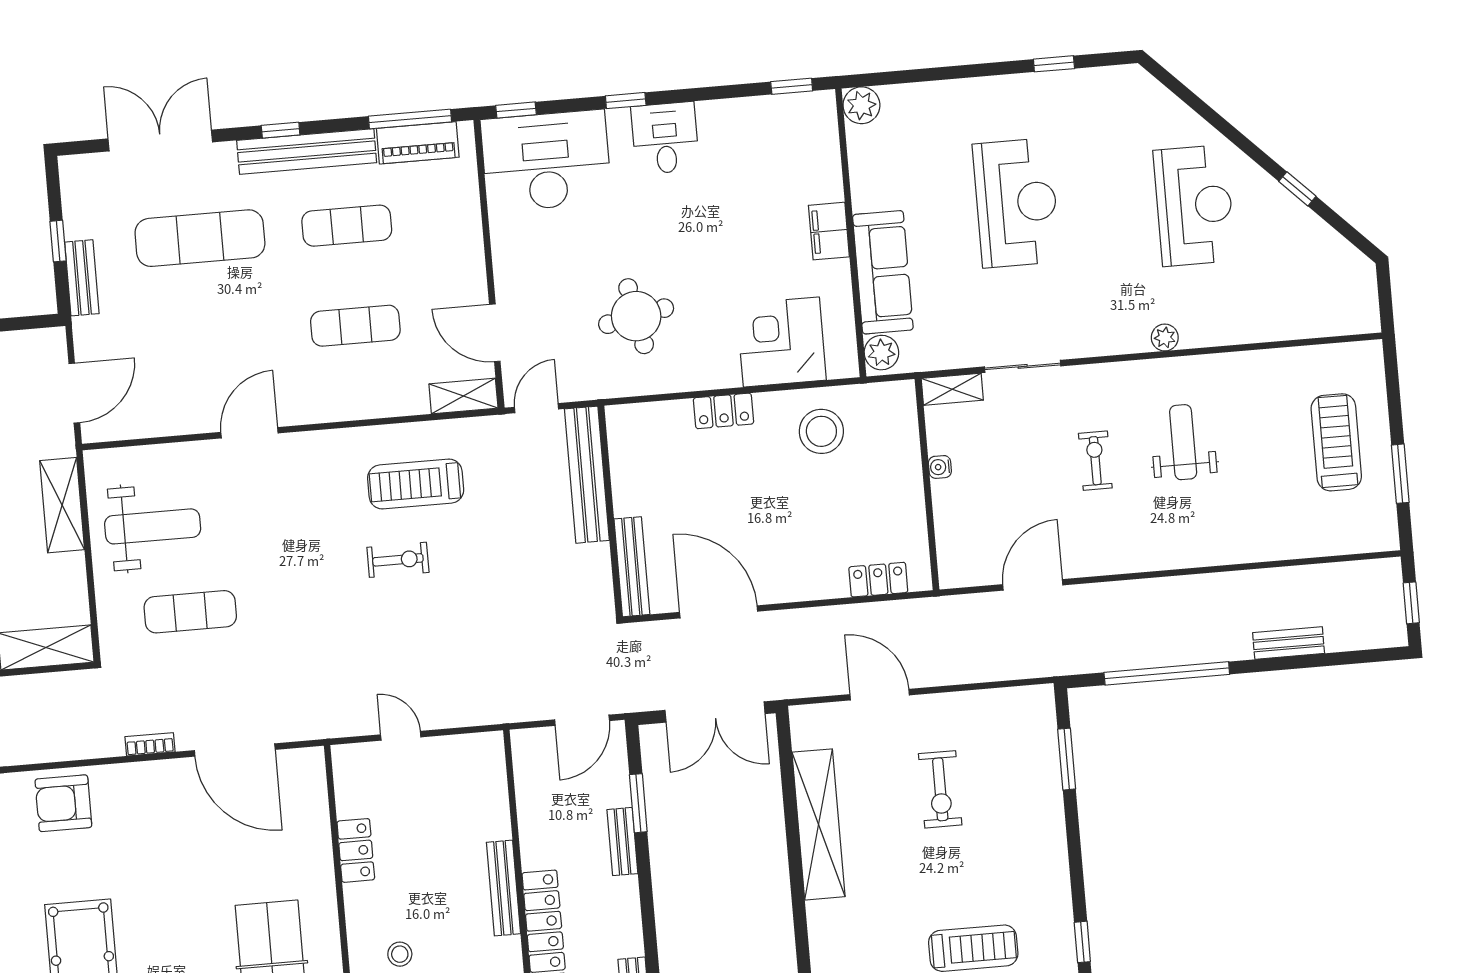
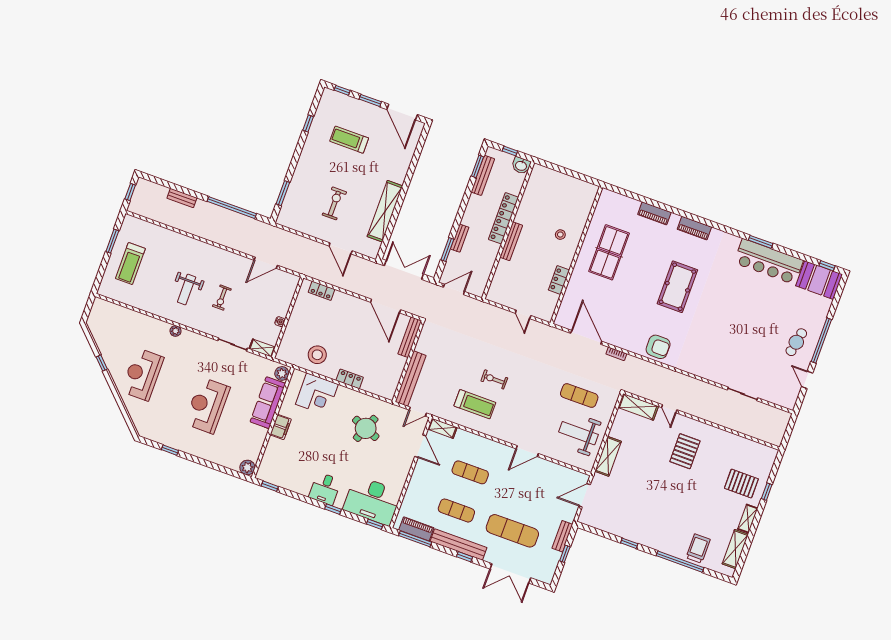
round table: (636, 316) -> (366, 428), turned 33

